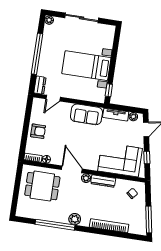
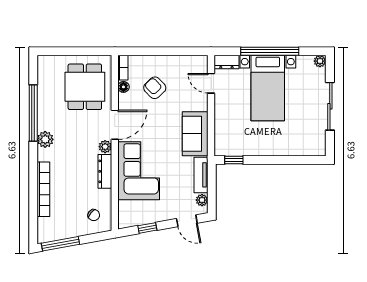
bed with nightstands: (86, 66) -> (268, 88), moved, turned 180
armchair: (38, 131) -> (155, 88), moved, turned 136
corner sofa: (120, 160) -> (139, 171), moved

